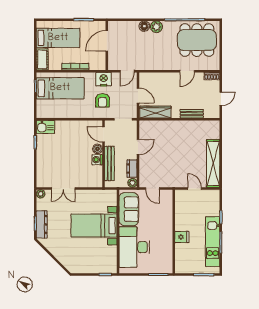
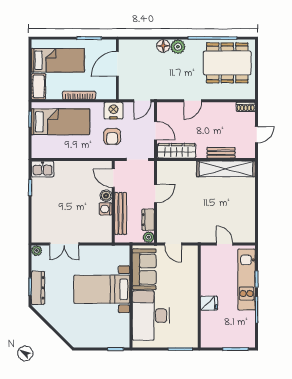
door: (187, 71) -> (193, 101), moved
shelving: (213, 163) -> (226, 169), moved, turned 90
kitchen unit: (213, 242) -> (247, 279), moved

